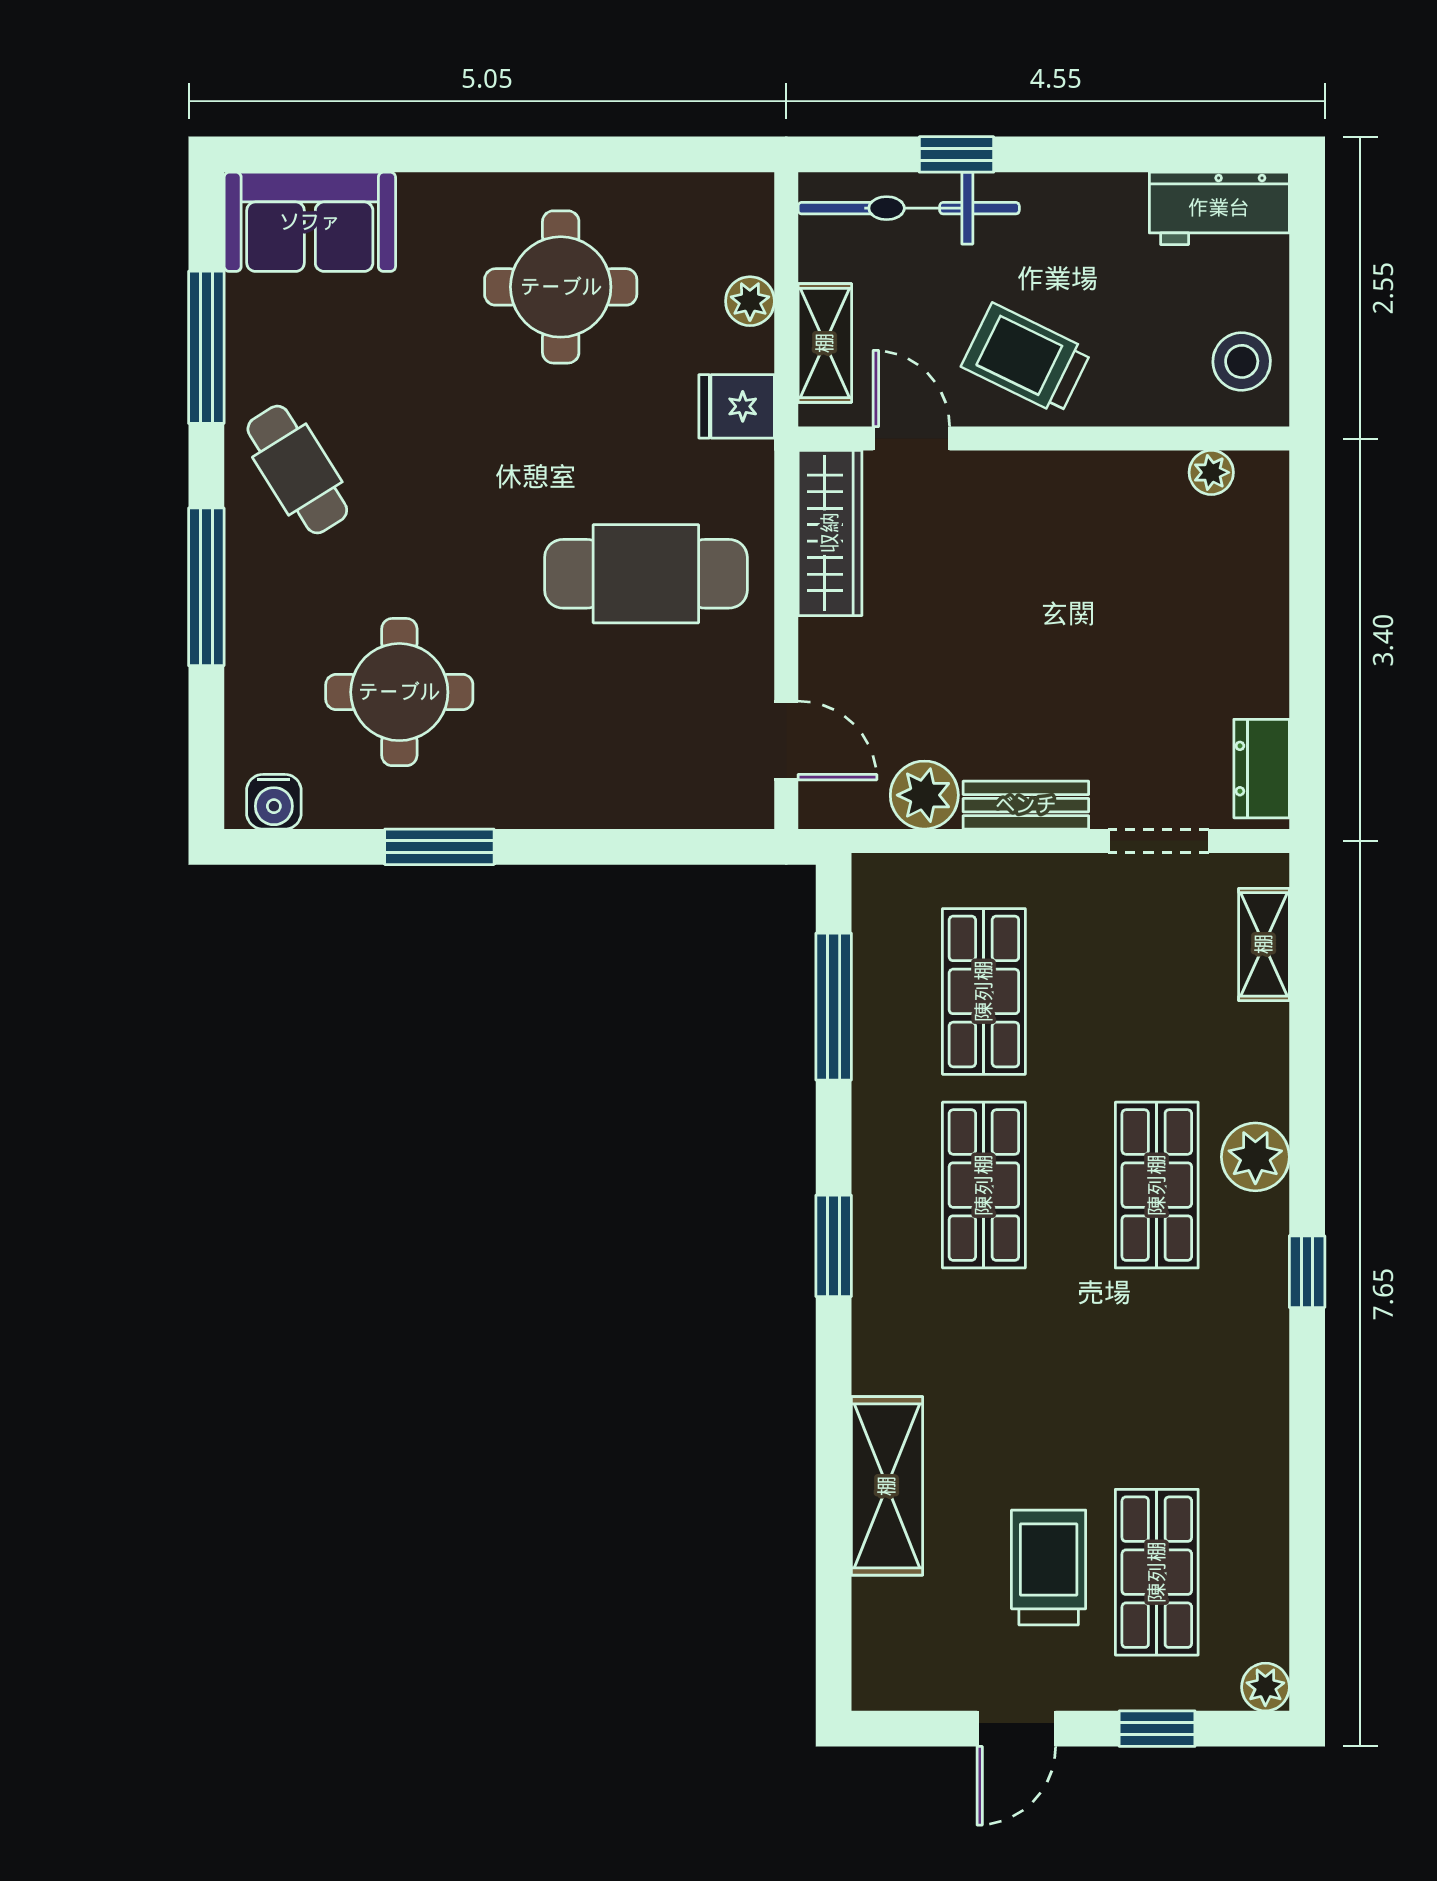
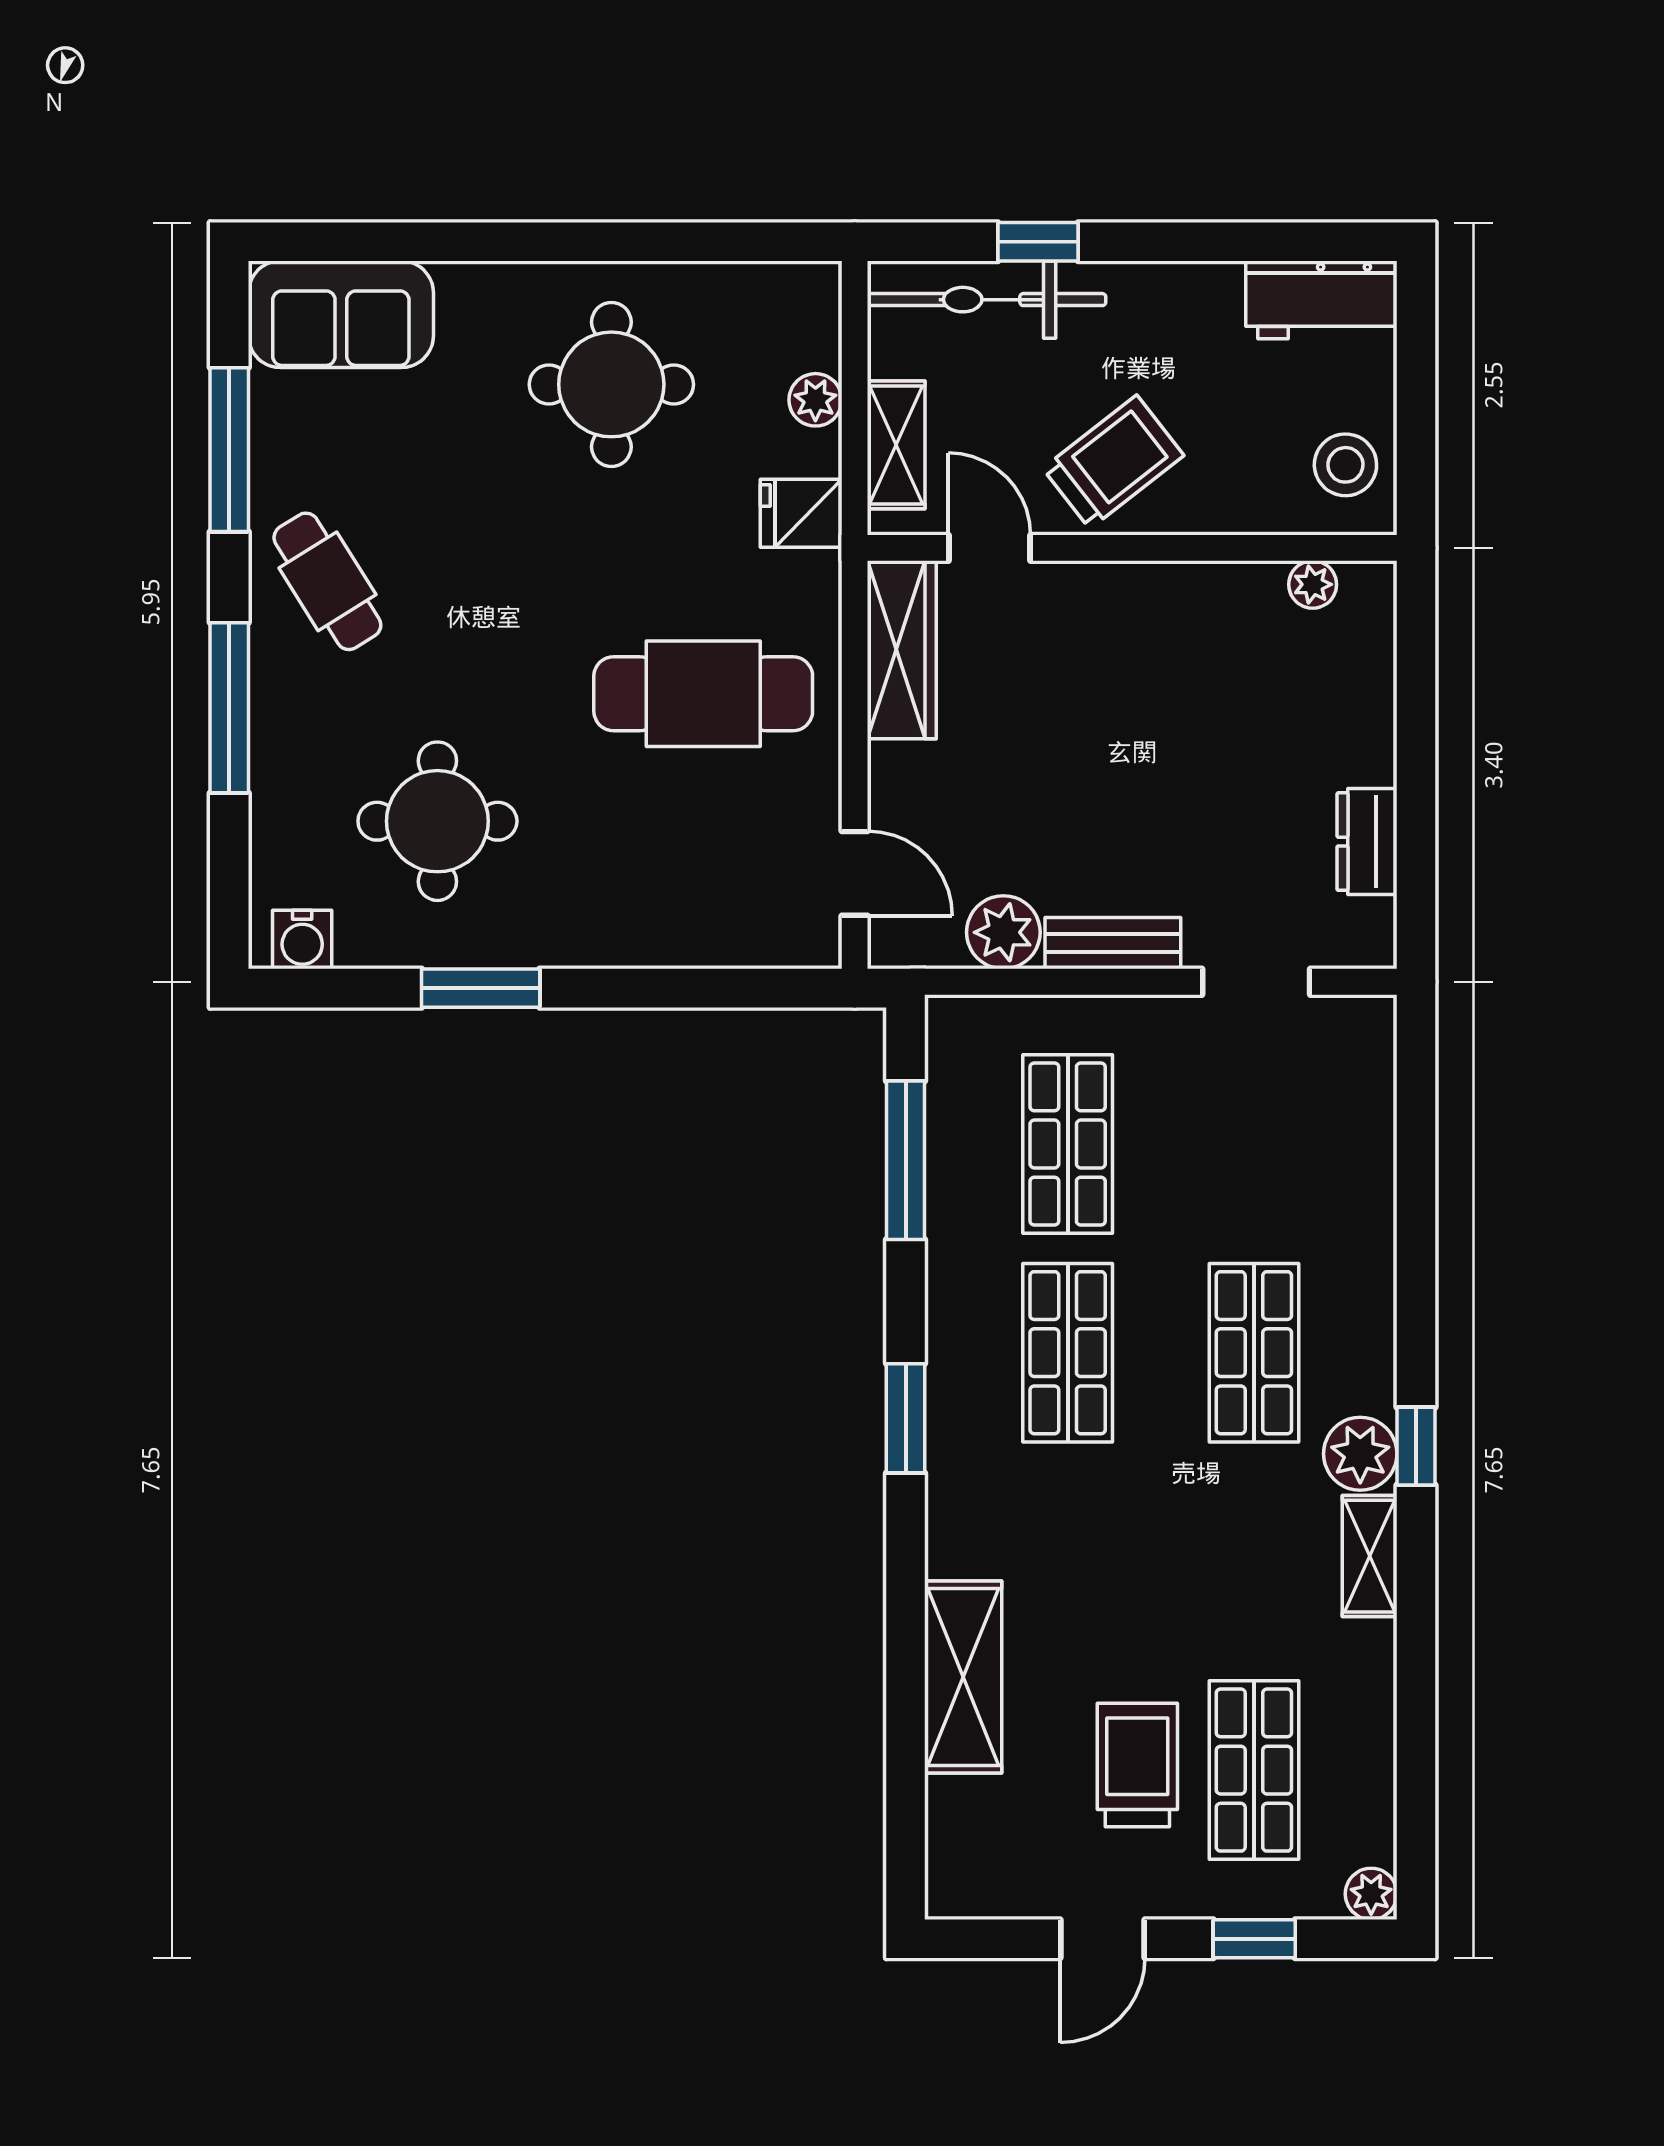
trolley: (1026, 359) -> (1113, 462), turned 116
dresser: (1262, 769) -> (1367, 842), moved
shelving: (1264, 944) -> (1370, 1556), moved
plant: (1255, 1157) -> (1360, 1454), moved

